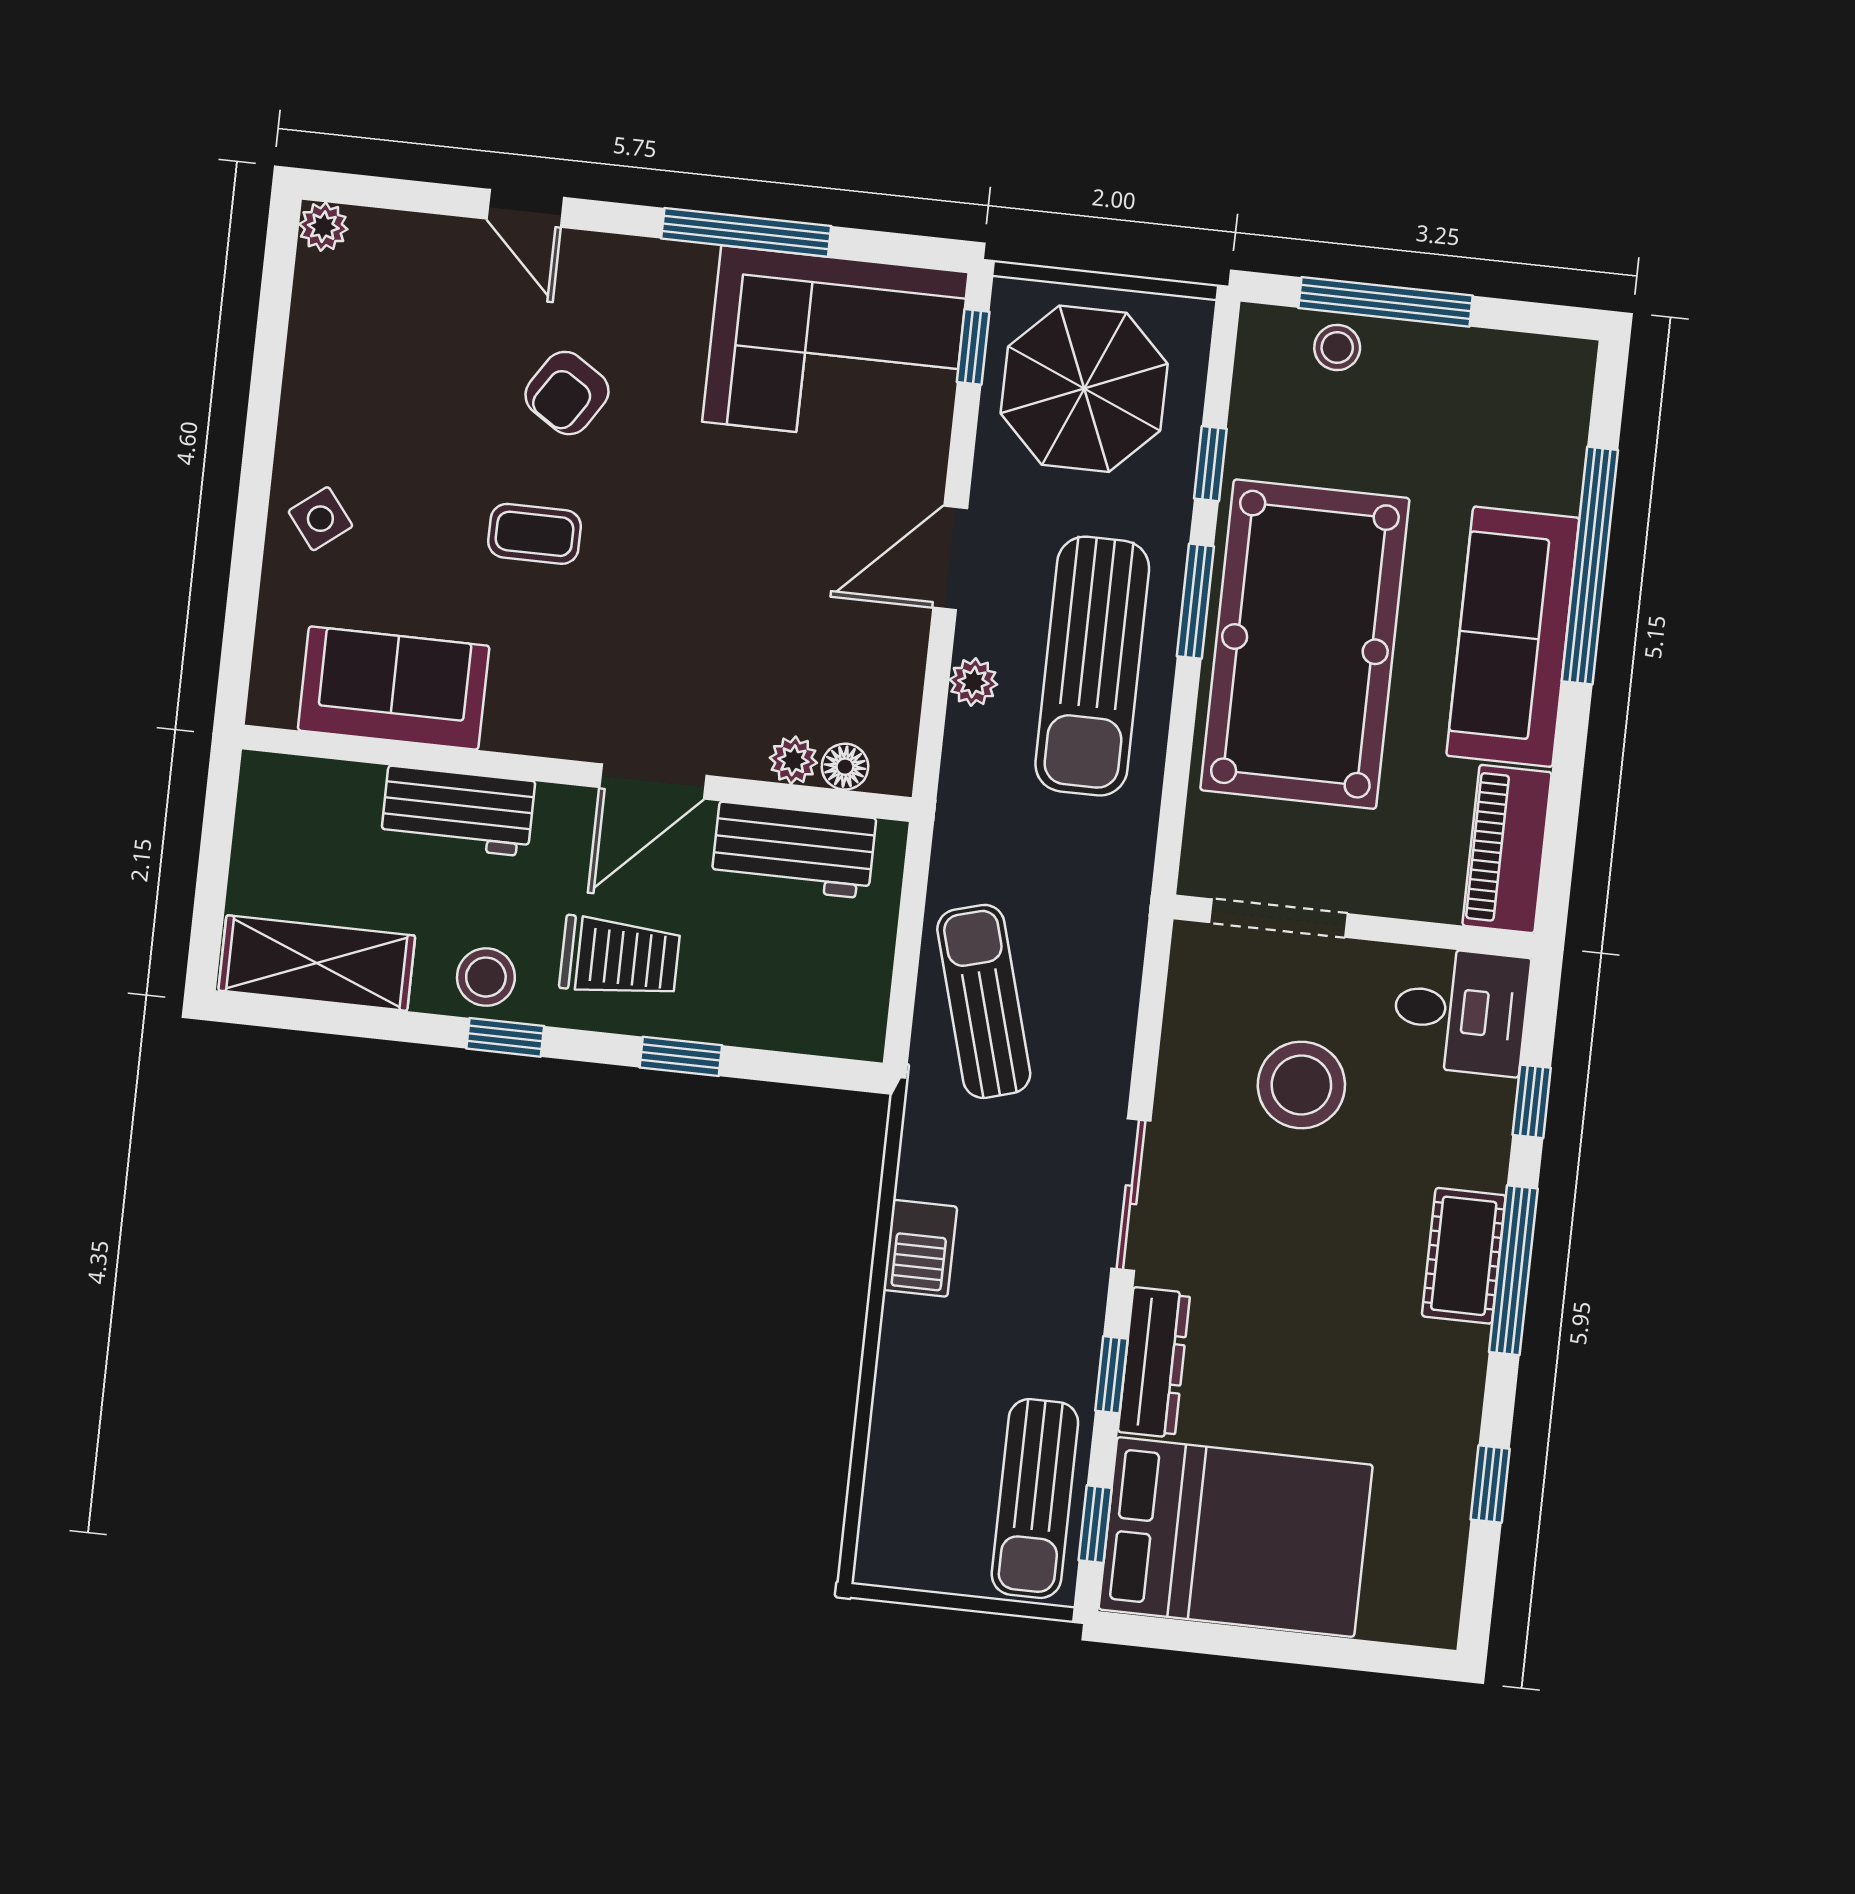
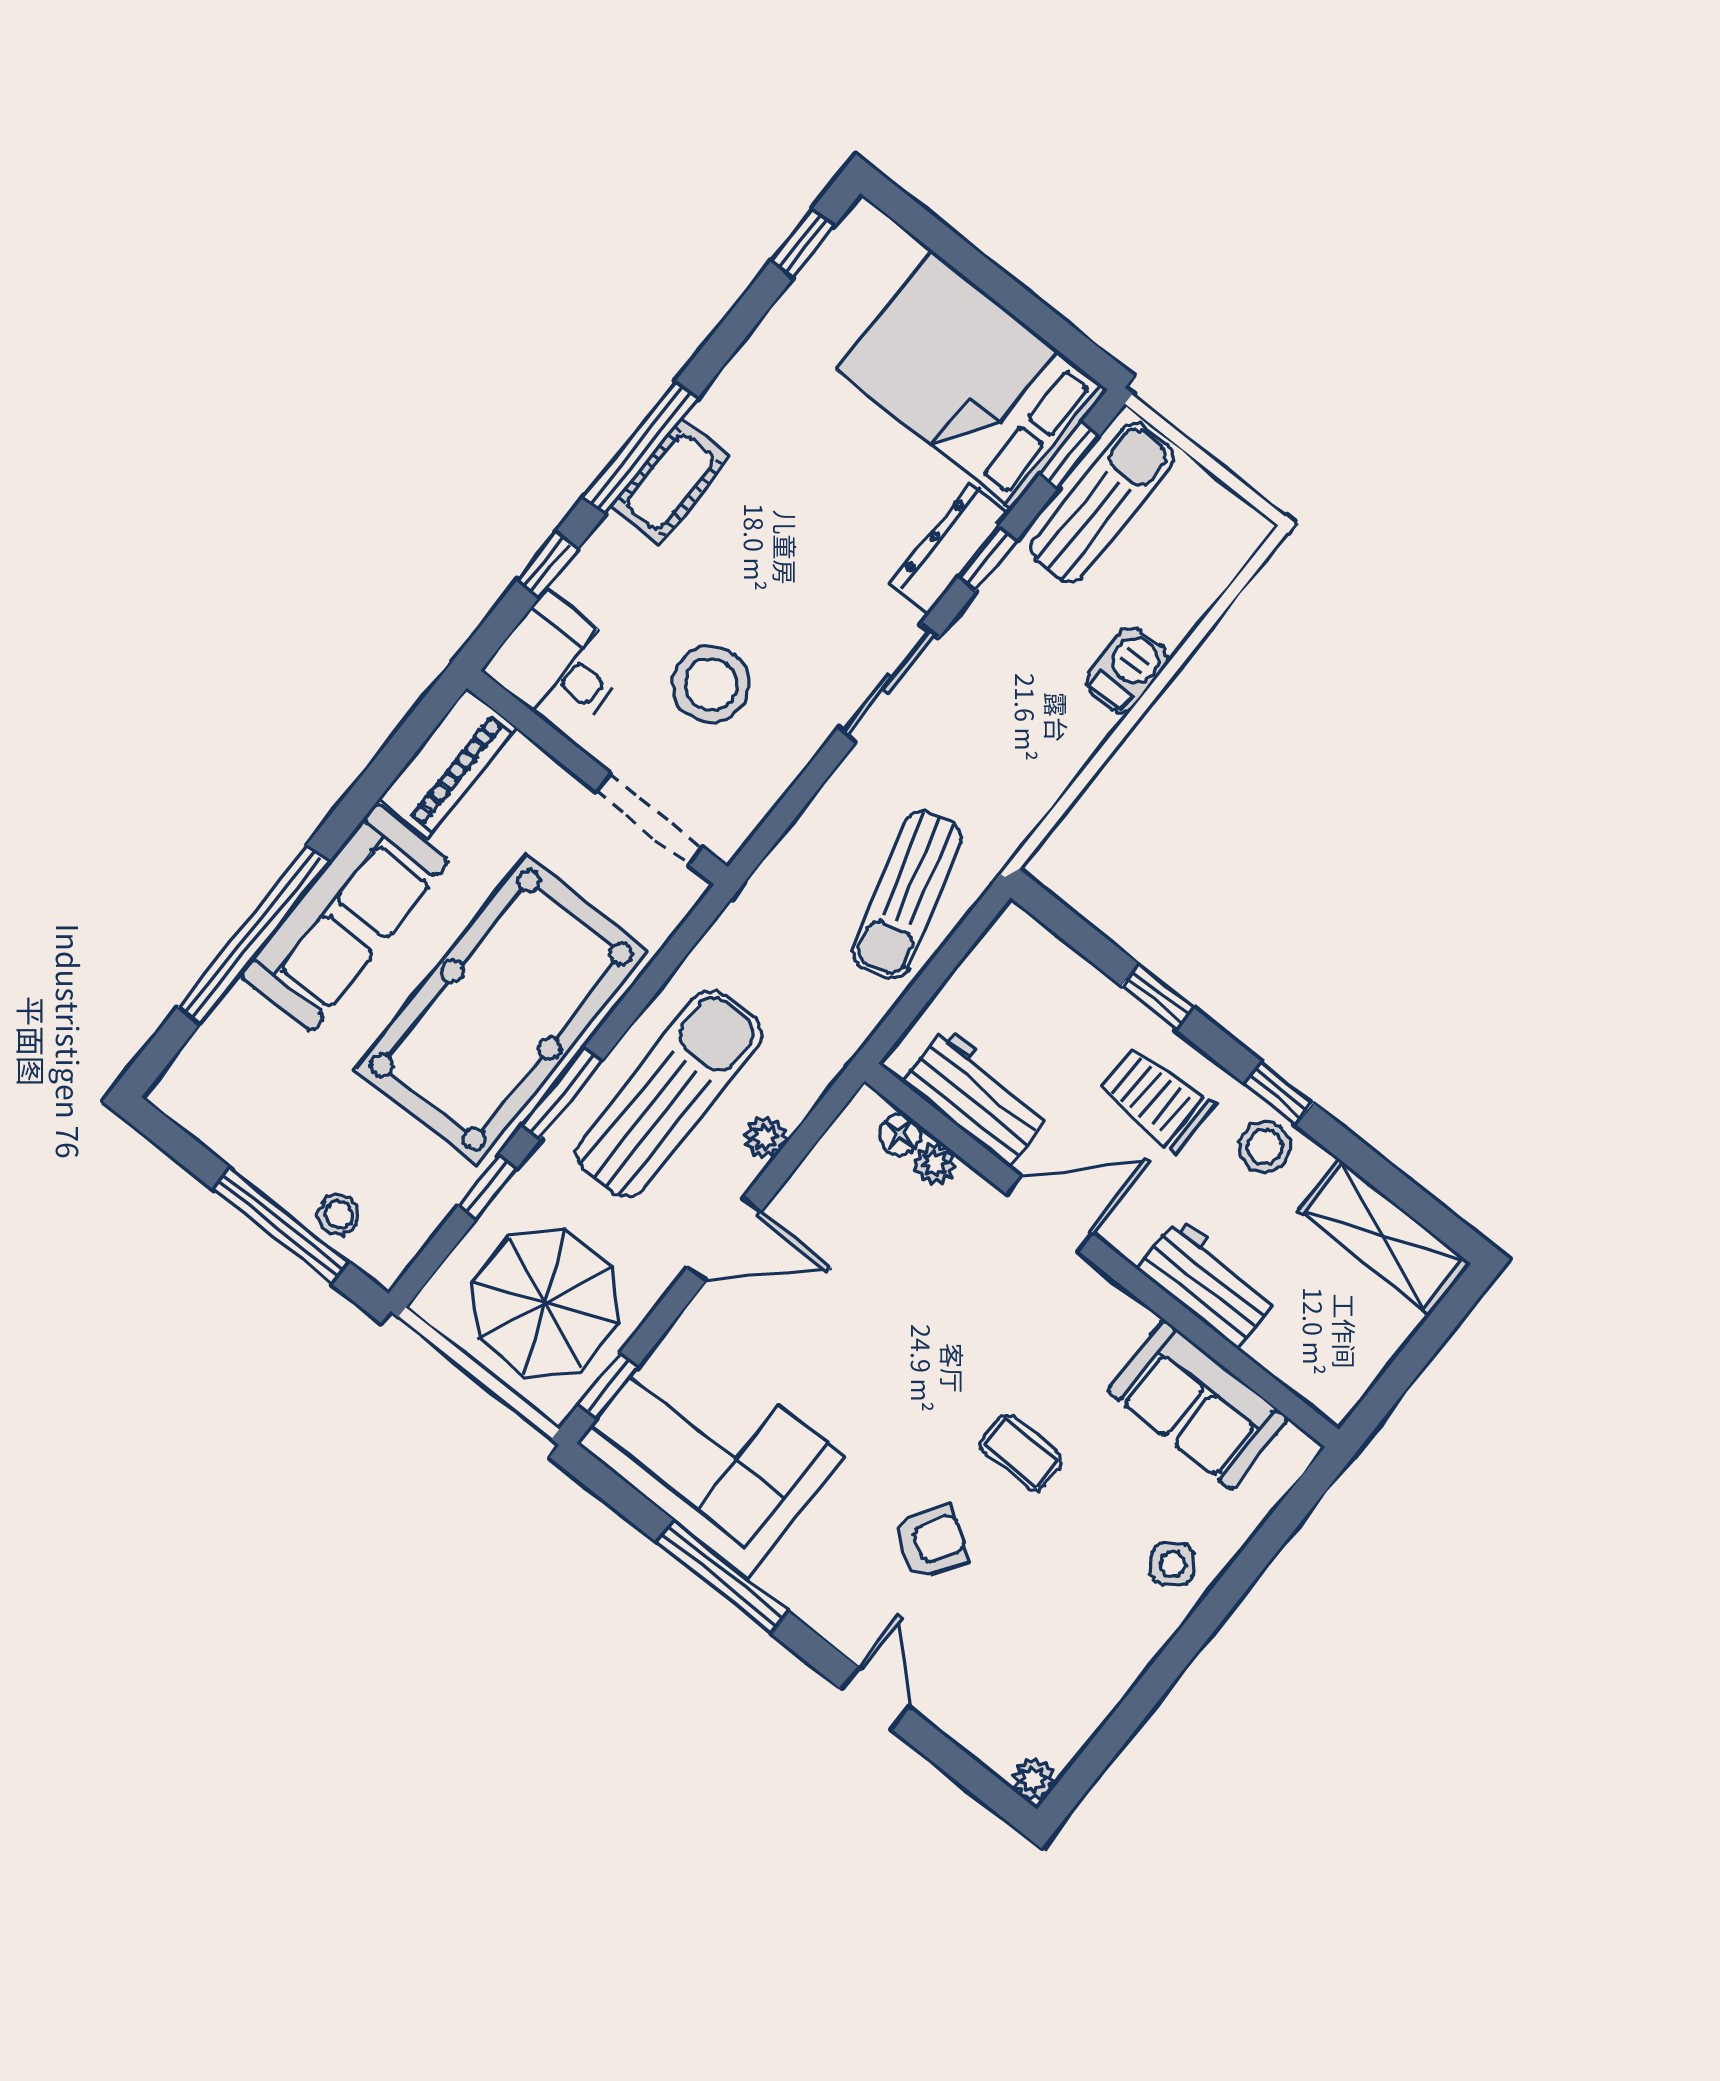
barbecue: (920, 1248) -> (1127, 670), moved
window: (1490, 1484) -> (803, 243), moved

